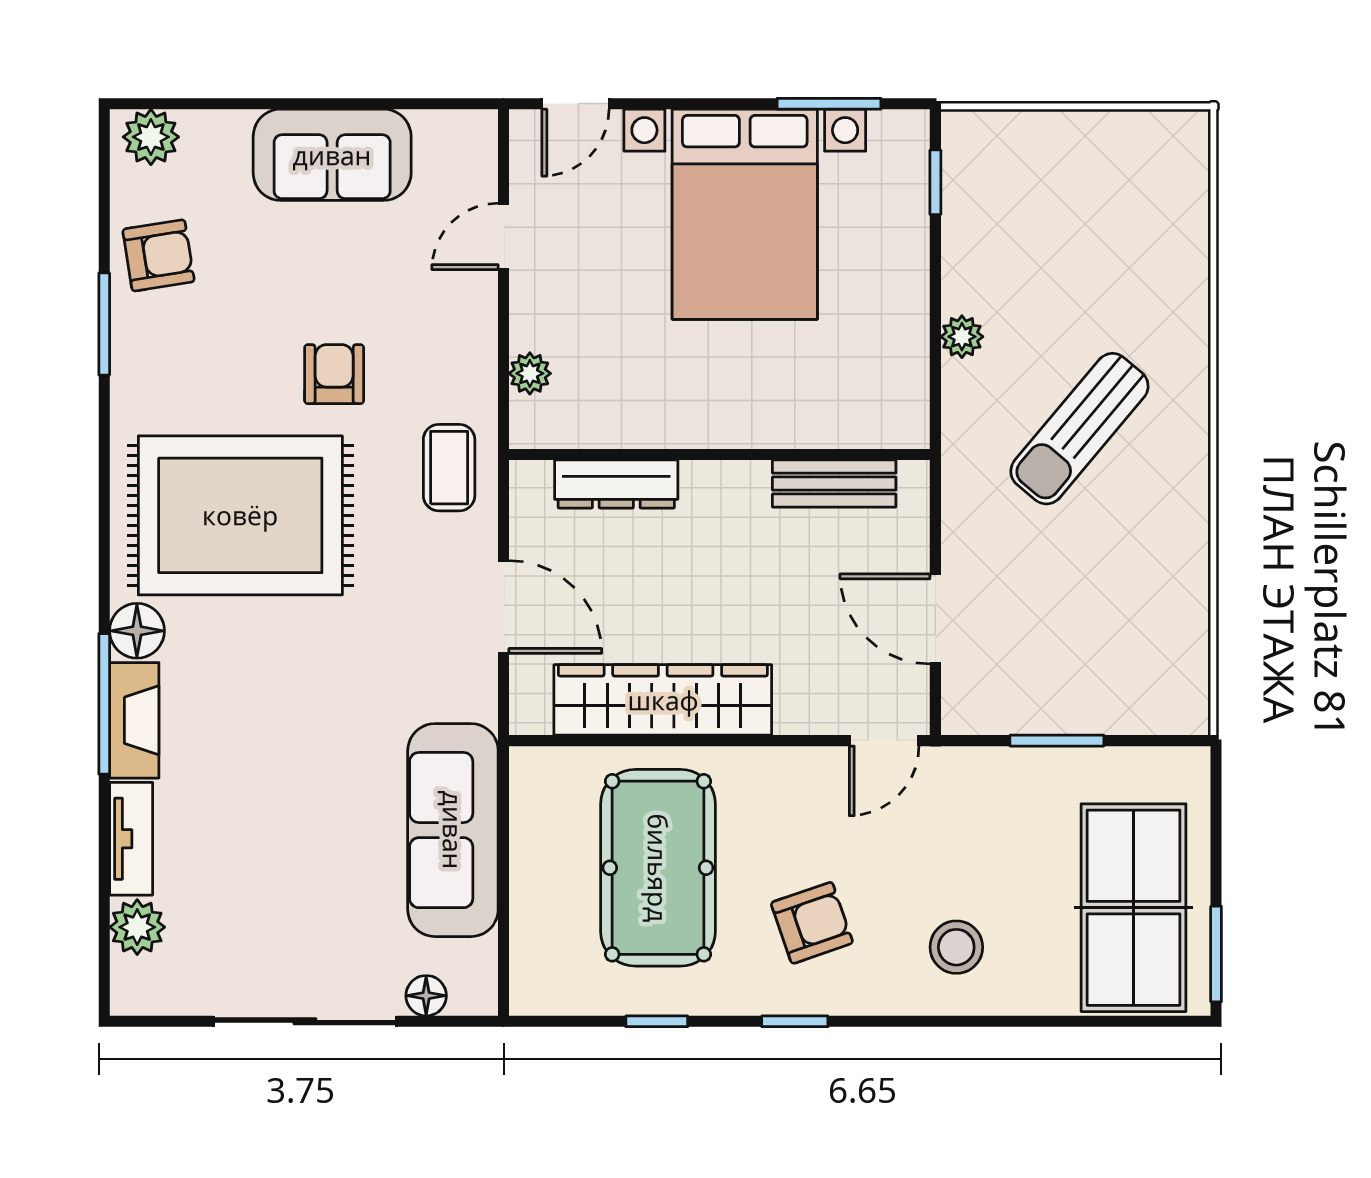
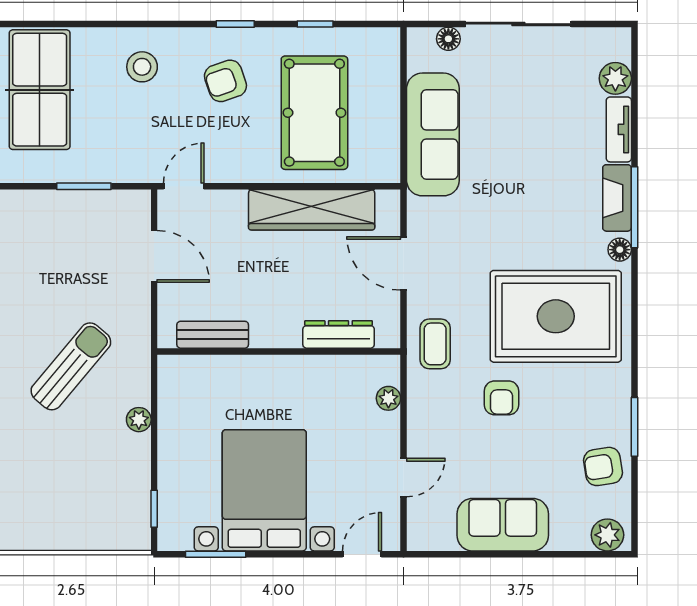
floor lamp: (137, 631) -> (620, 250), width x0.73, depth x0.73

